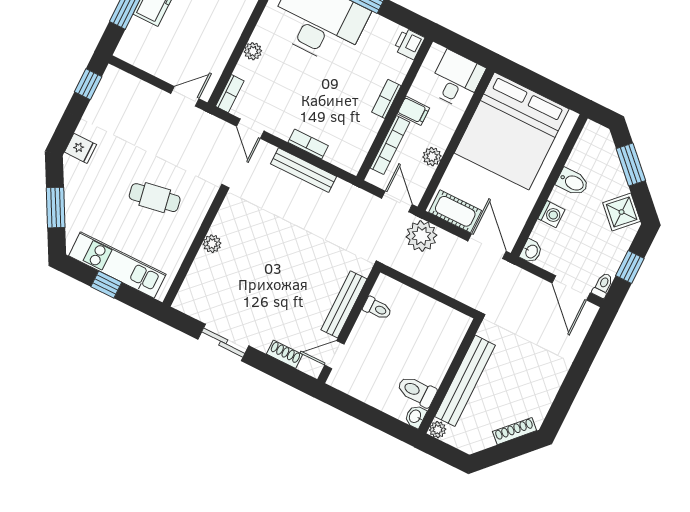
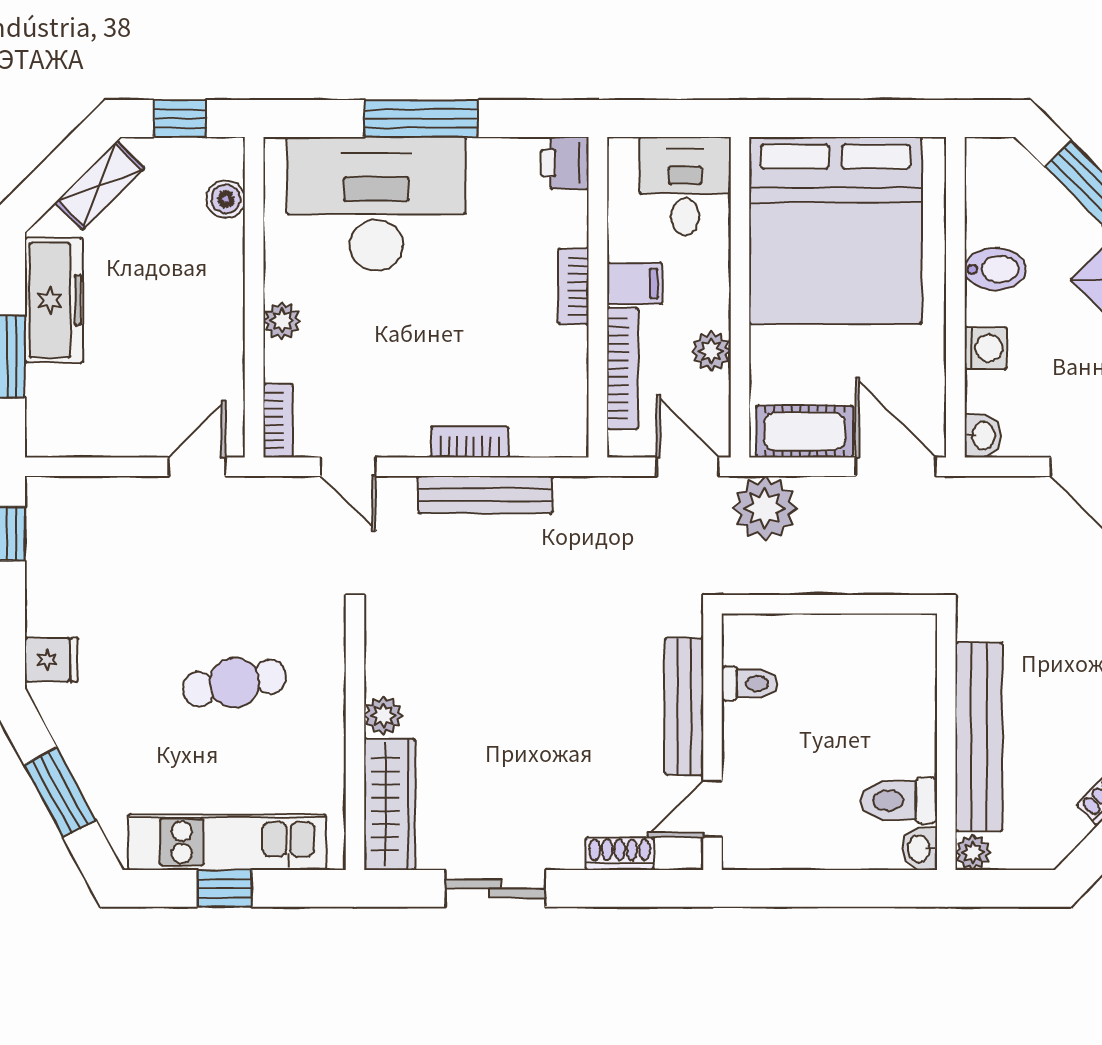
wardrobe: (196, 283) -> (390, 804), added

